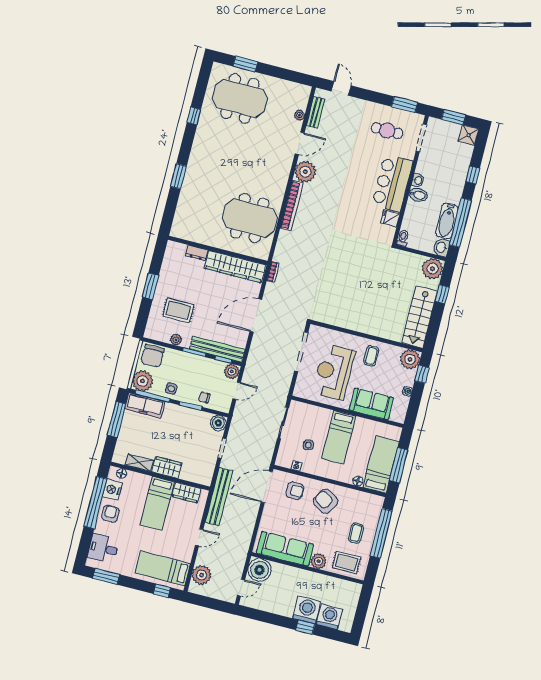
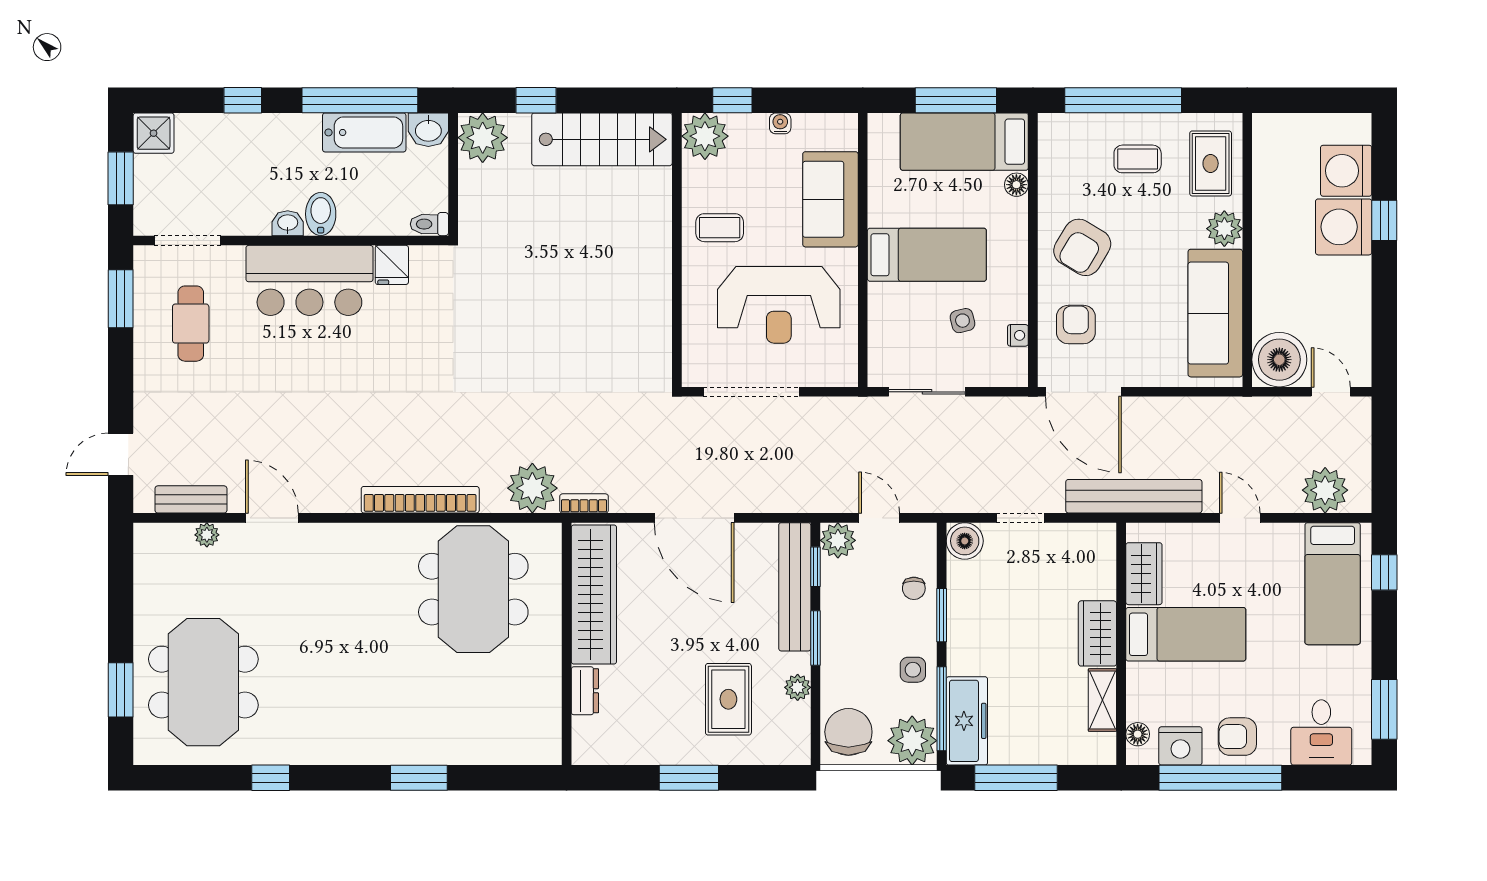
plant: (305, 172) -> (532, 488), moved
chair: (153, 356) -> (848, 732), turned -90

